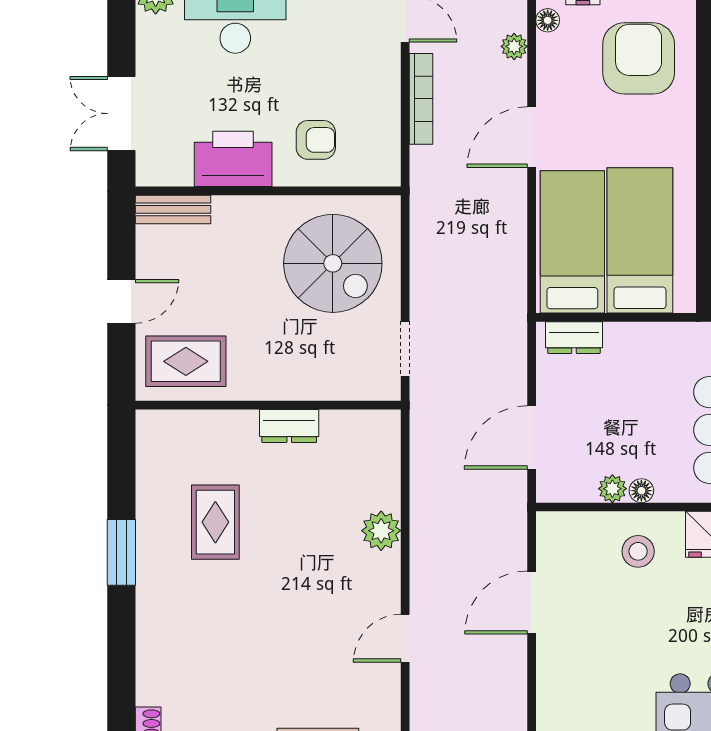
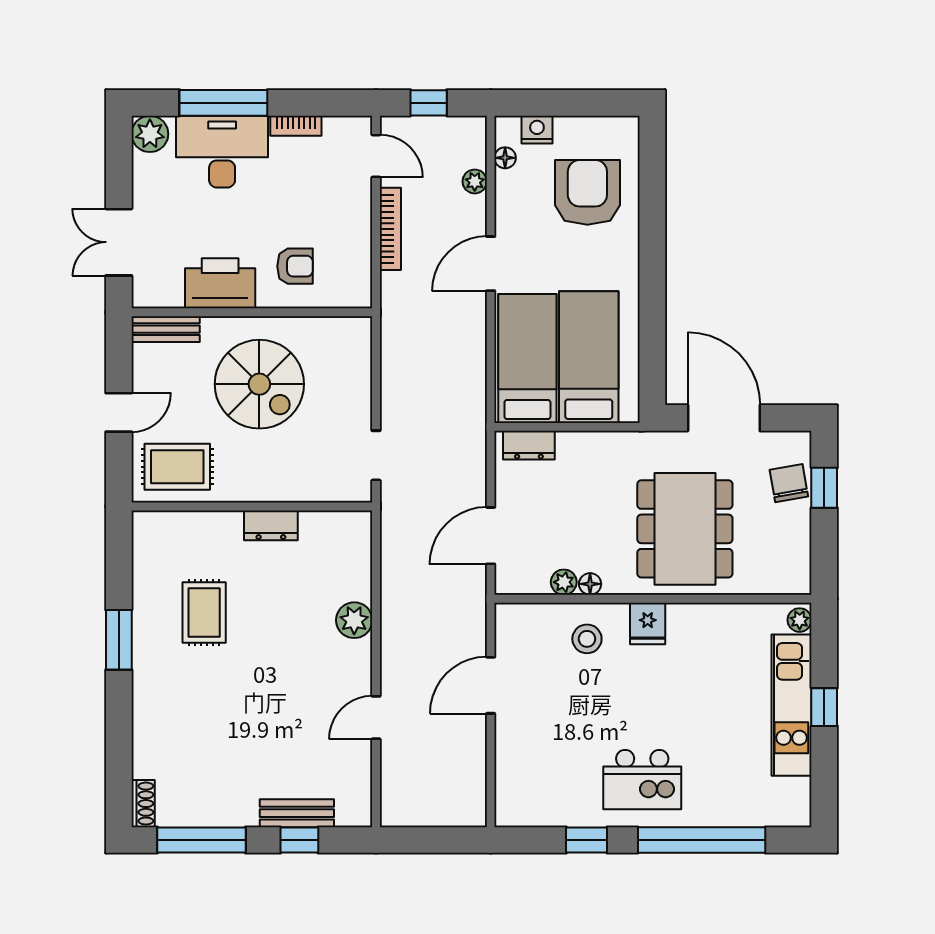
spiral stairs: (333, 263) -> (259, 384), moved

